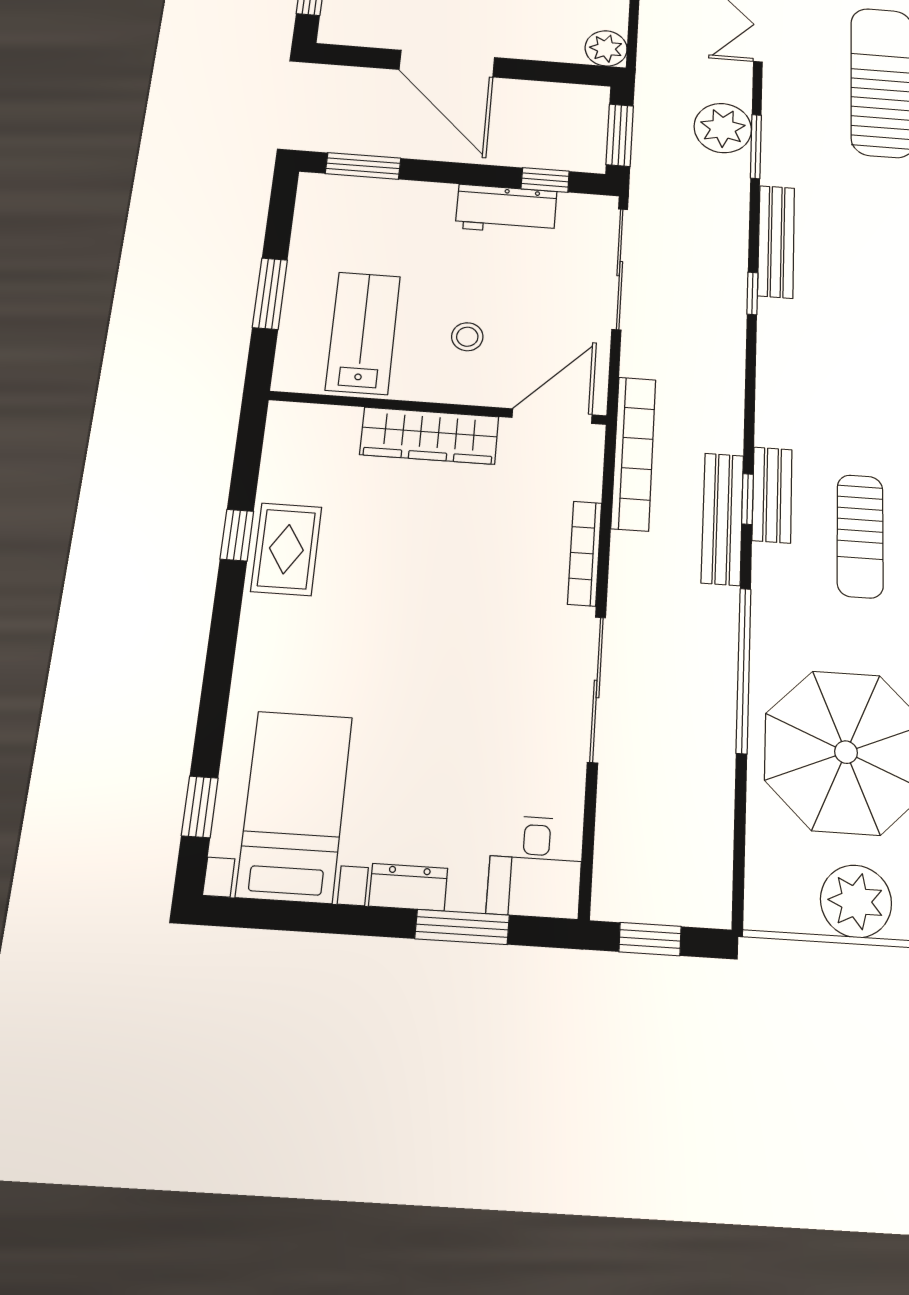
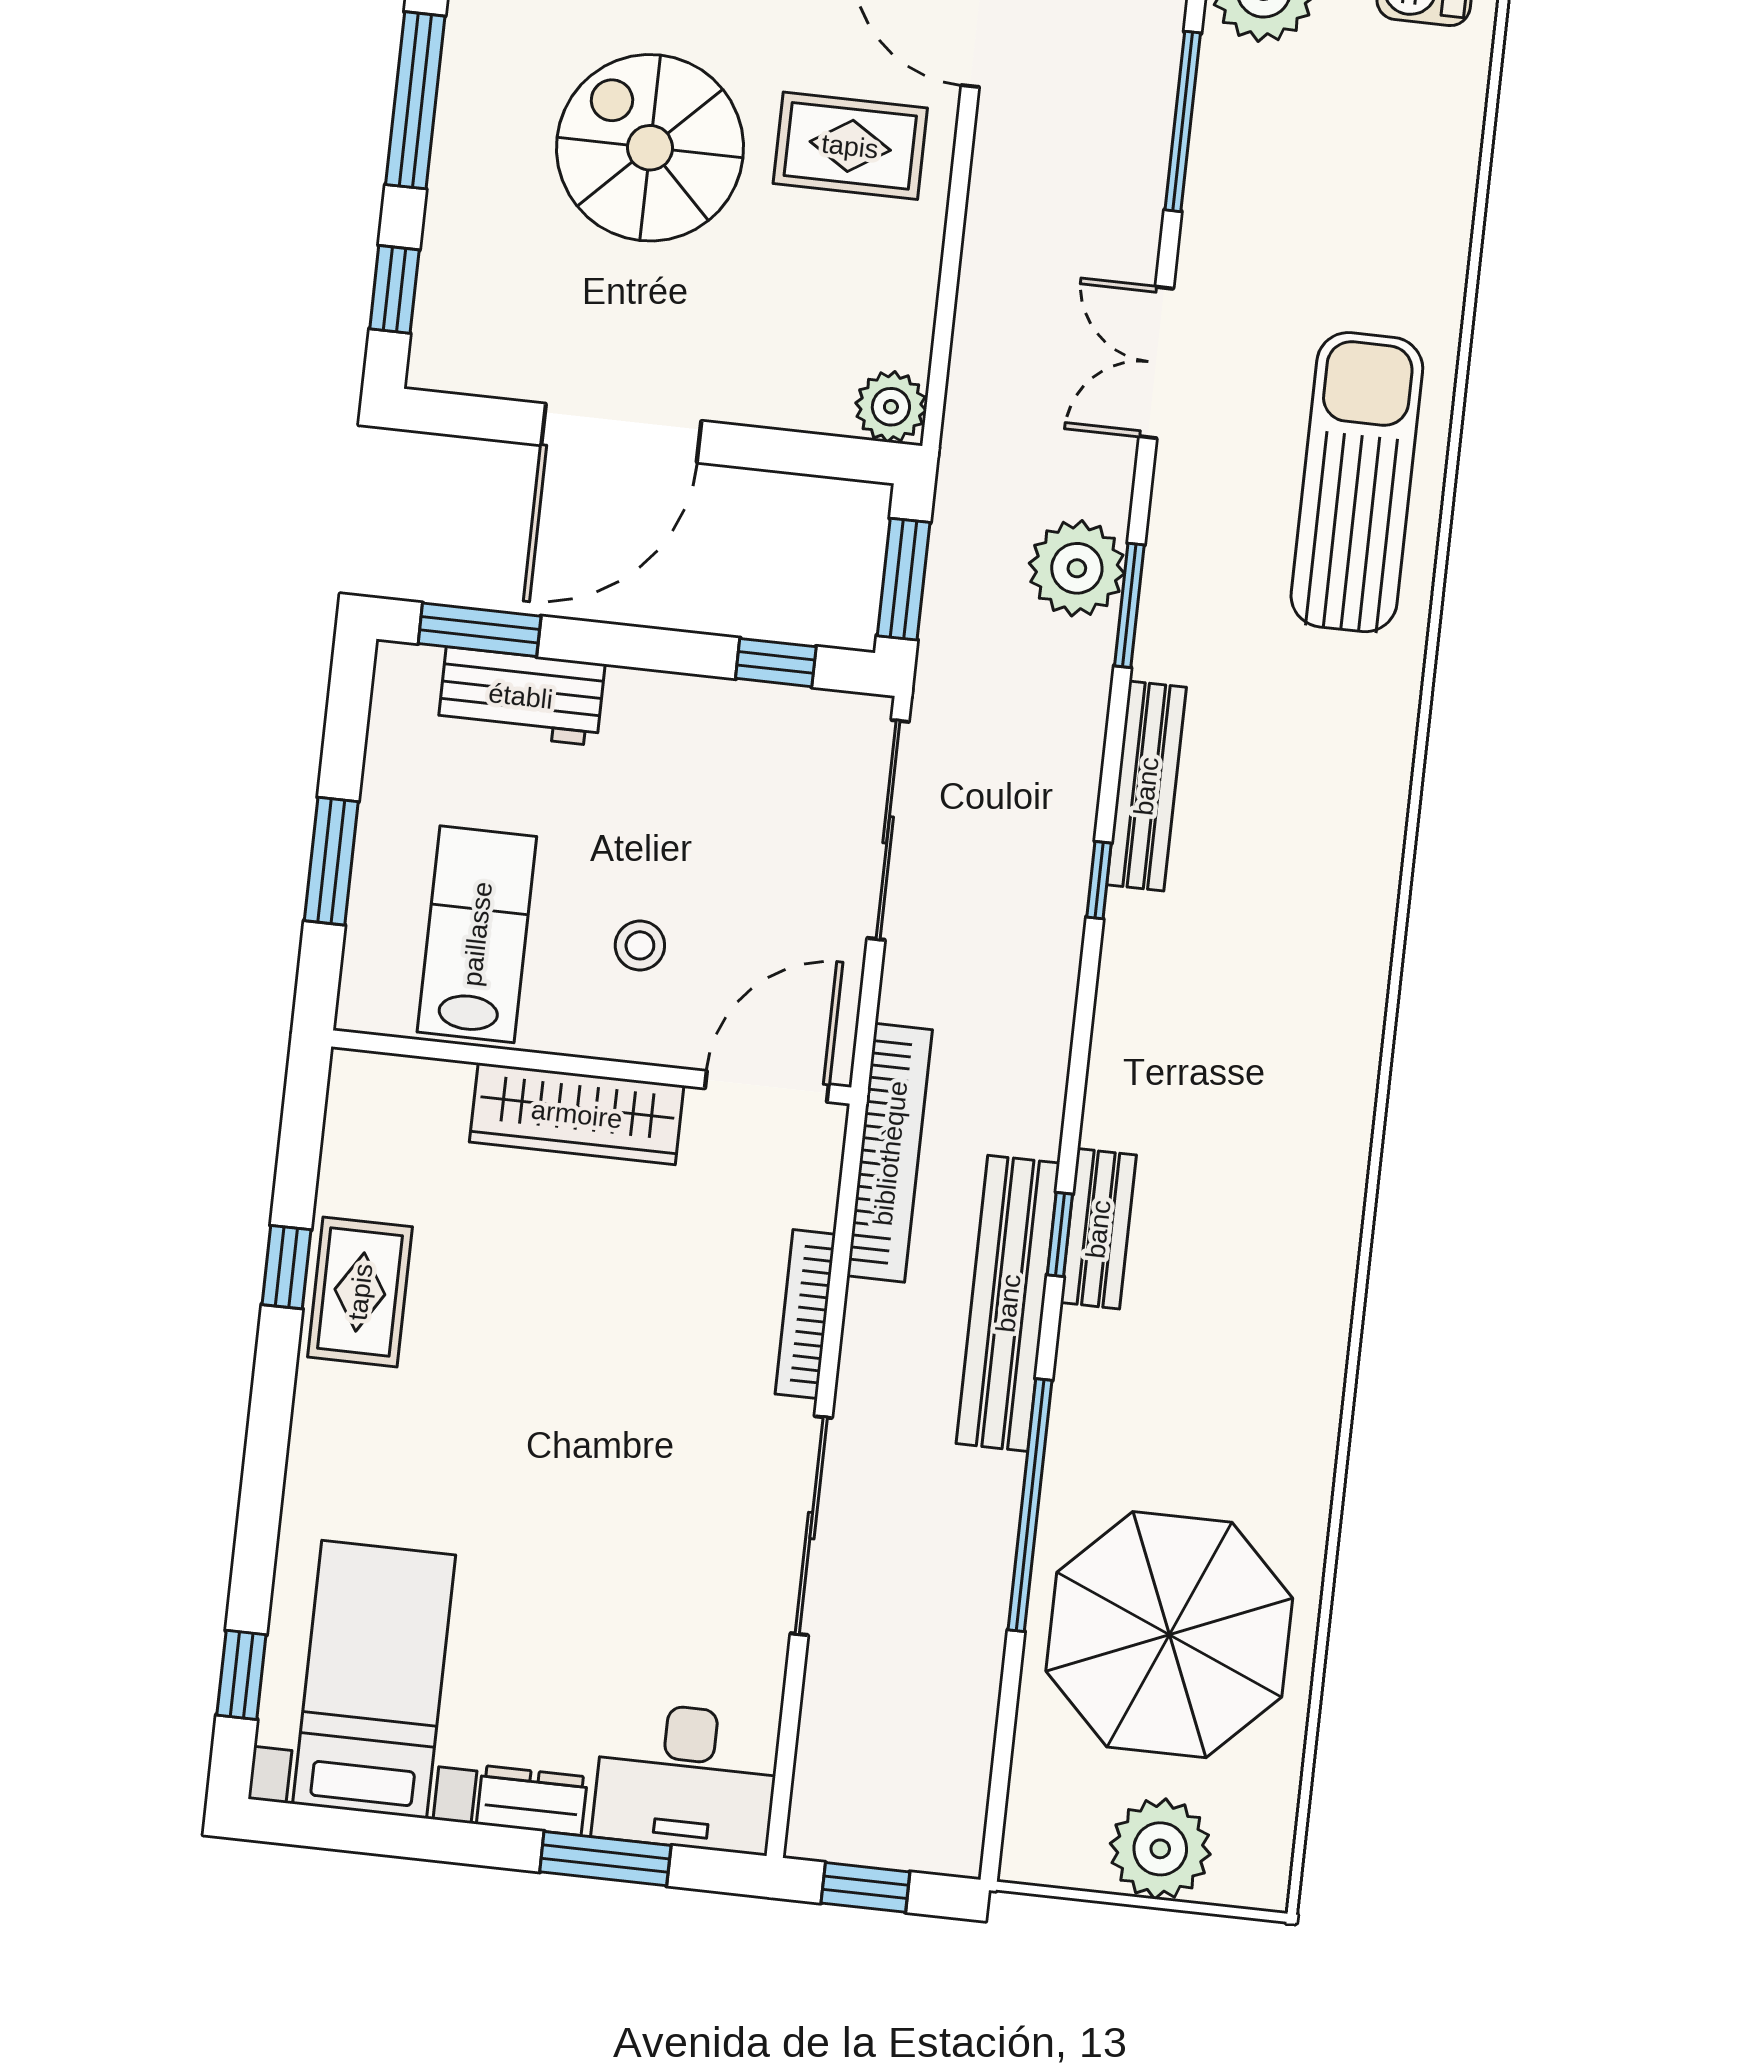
door: (447, 64) -> (621, 433), hinge flipped
workbench: (506, 210) -> (521, 696), moved
bench: (722, 519) -> (1008, 1303), width x1.37, depth x1.21
sun lounger: (860, 536) -> (1227, 1301), removed
desk: (535, 867) -> (686, 1777), width x1.37

